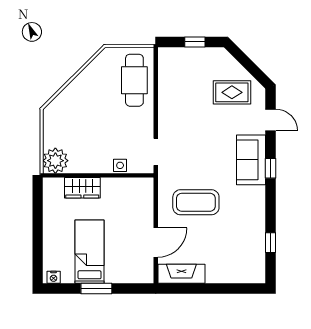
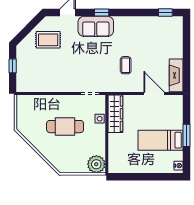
cafe table: (134, 80) -> (65, 127), moved
rug: (232, 92) -> (48, 40), turned 90
wardrobe: (82, 188) -> (115, 114), moved, width x1.50
coffee table: (196, 202) -> (126, 65), width x0.54, depth x0.58
window: (271, 243) -> (165, 13), moved

